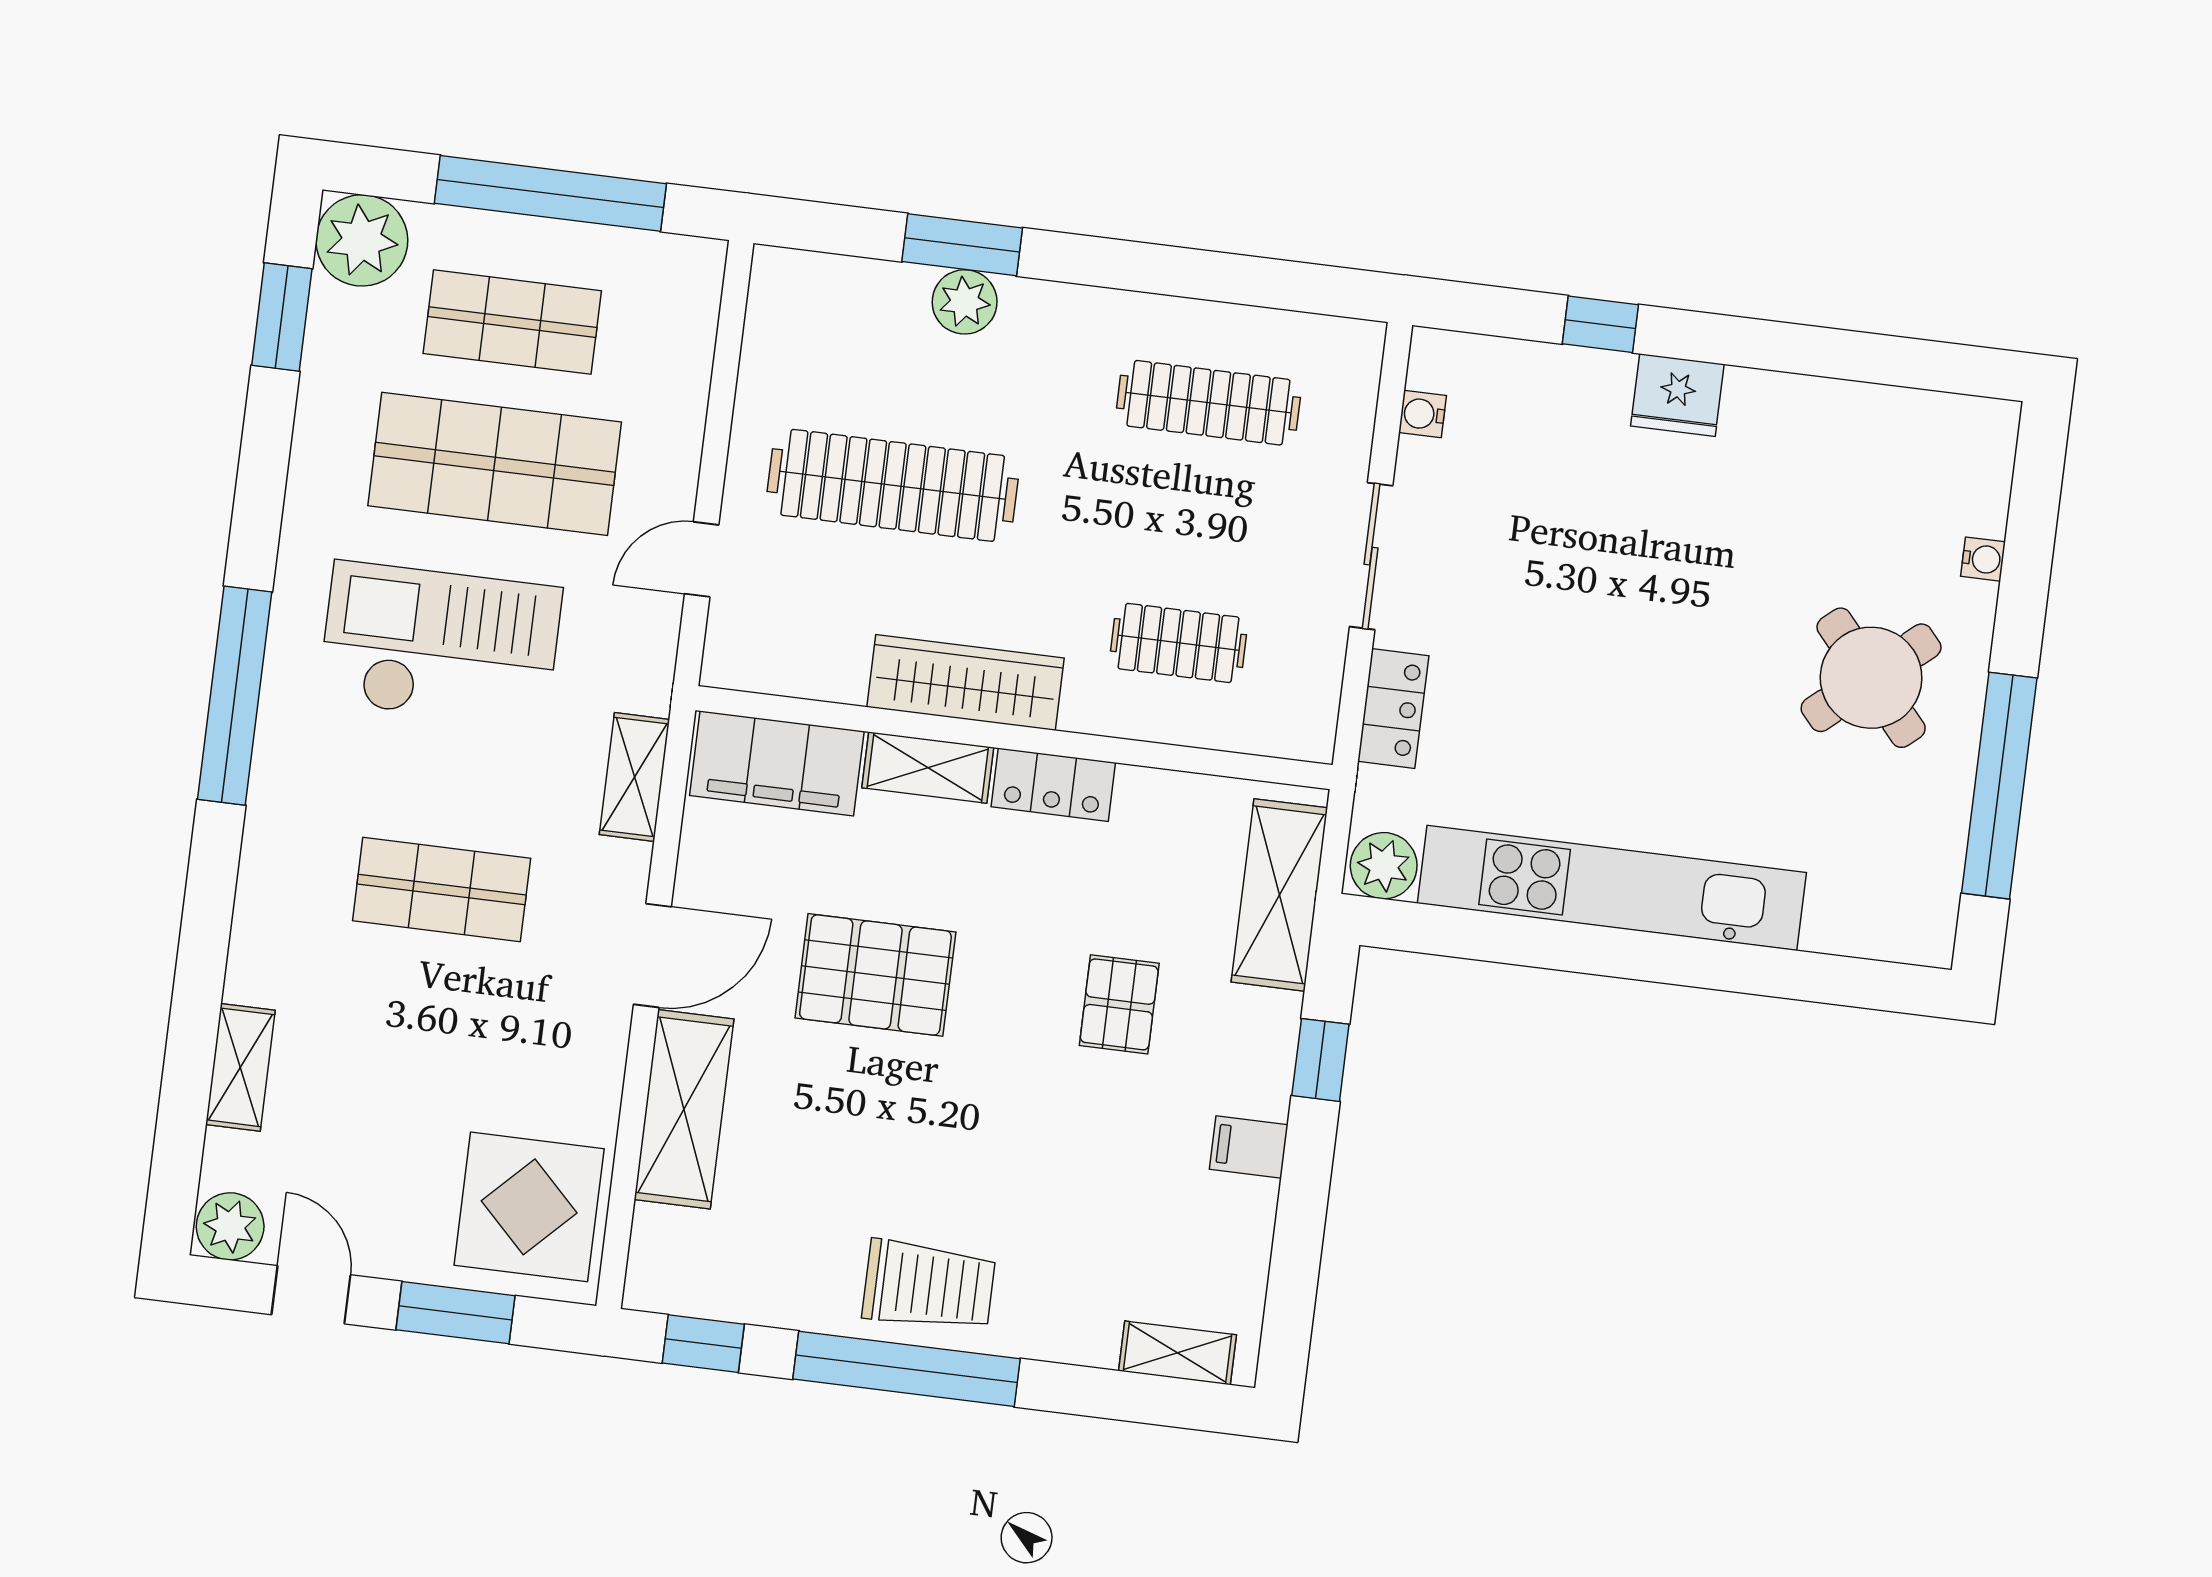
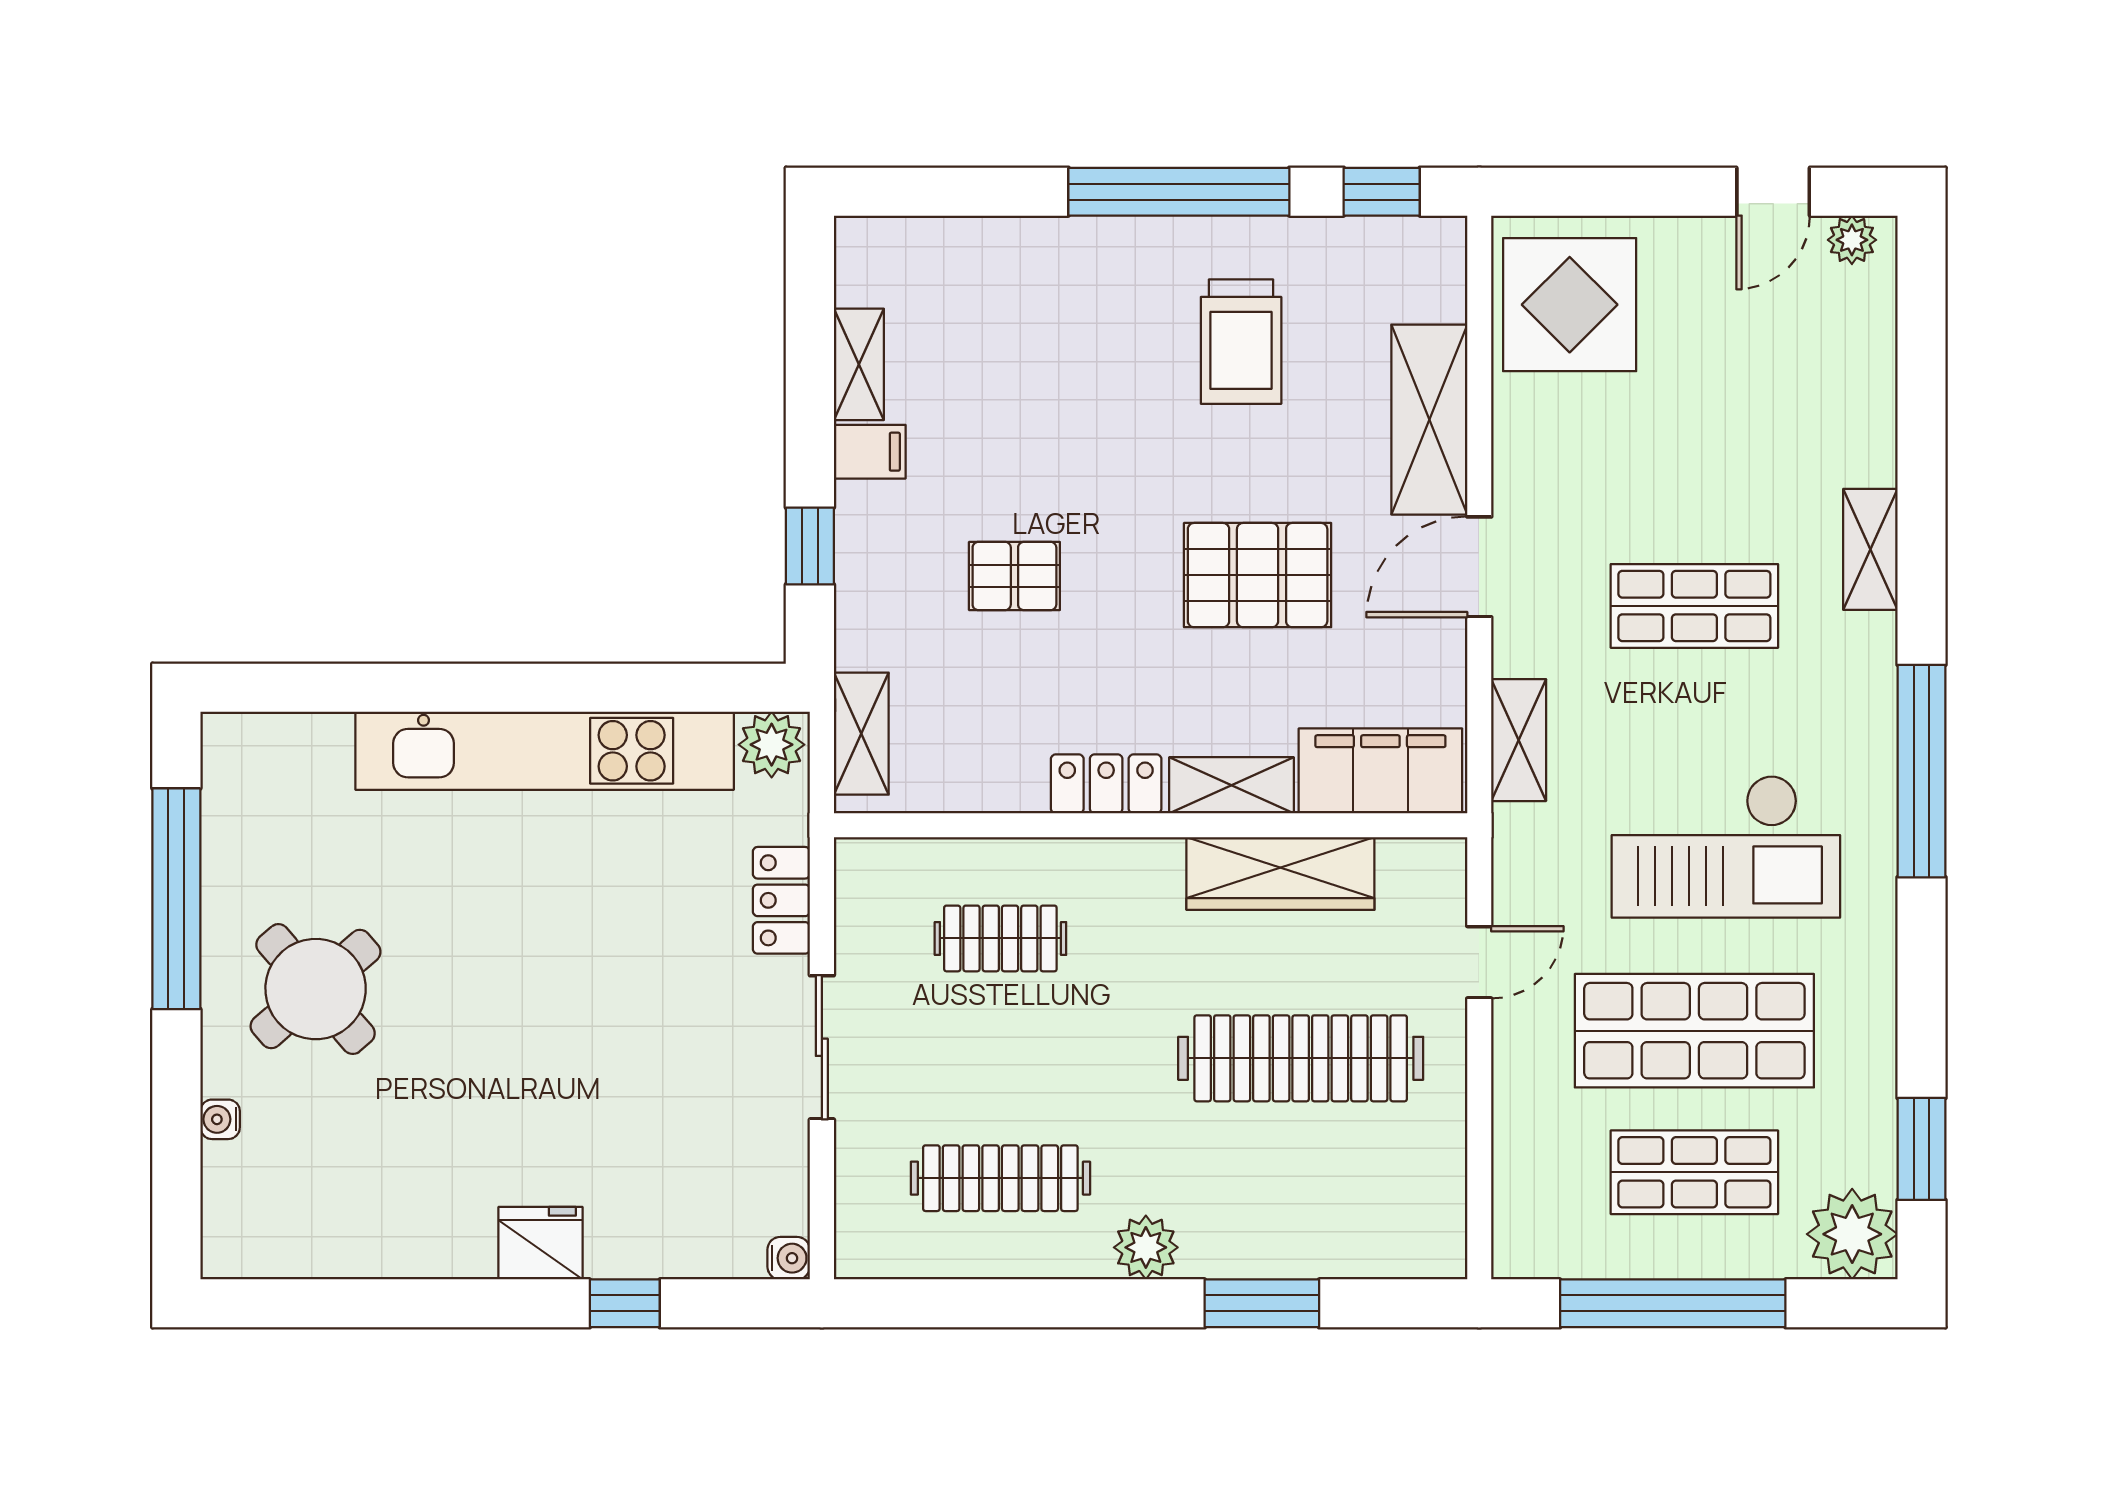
plant: (965, 302) -> (1146, 1247), moved
water cooler: (1423, 414) -> (789, 1258), moved
wardrobe: (966, 682) -> (1280, 874), moved
shelving: (1279, 895) -> (861, 734), width x0.67, depth x0.75
pallet: (1119, 1004) -> (1014, 576), turned 90
shelving: (240, 1067) -> (1870, 549), moved
plant: (230, 1226) -> (1852, 240), width x0.73, depth x0.73
trolley: (929, 1285) -> (1241, 342), moved, turned -90
door: (311, 1295) -> (1773, 192), hinge flipped
window: (455, 1313) -> (1629, 192), removed
shelving: (1178, 1353) -> (859, 364), moved, turned 90

